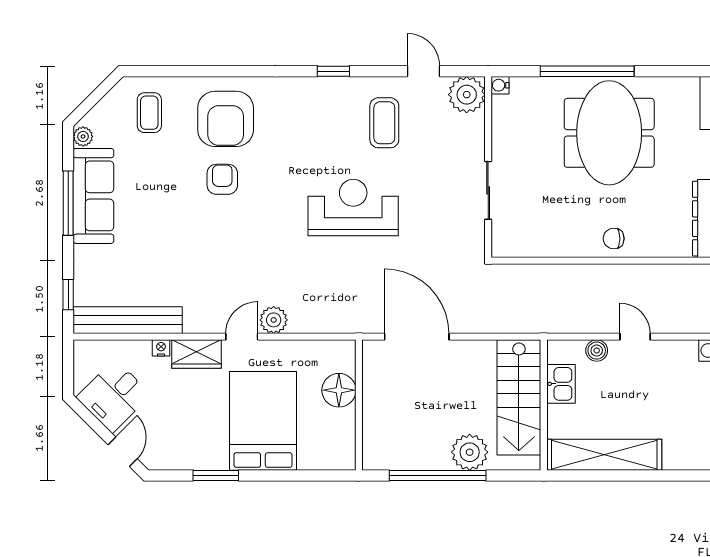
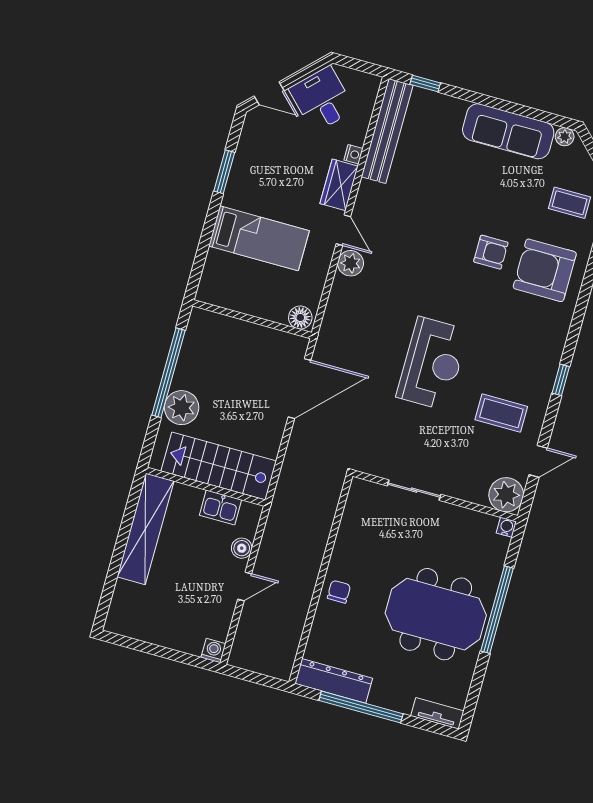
window: (68, 203) -> (508, 107), removed
floor lamp: (339, 390) -> (300, 318), moved, width x0.73, depth x0.73
bed: (263, 421) -> (259, 238), width x0.67

